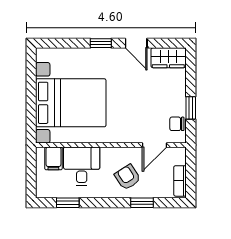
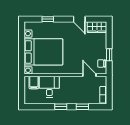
window: (101, 43) -> (48, 19), moved
door: (155, 145) -> (89, 75), swing flipped
armchair: (127, 177) -> (74, 93), removed
window: (68, 203) -> (61, 107), moved

